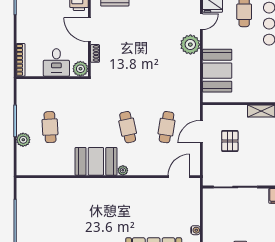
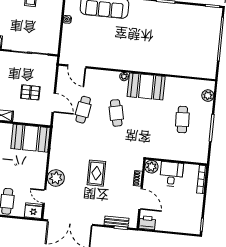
door: (201, 22) -> (44, 197), hinge flipped
rug: (144, 55) -> (96, 173), added
booth: (217, 71) -> (31, 138), moved, turned 90
door: (201, 132) -> (54, 103), hinge flipped
plant: (23, 140) -> (208, 96), moved
pallet: (230, 141) -> (30, 92), turned 90
door: (179, 177) -> (77, 66), hinge flipped

